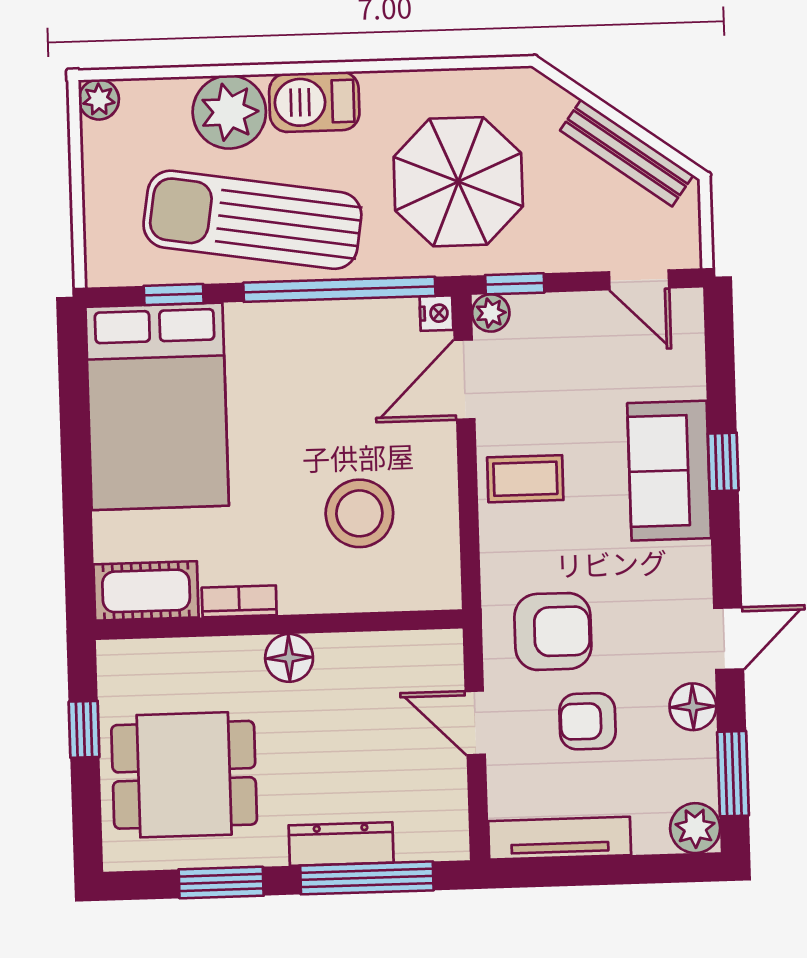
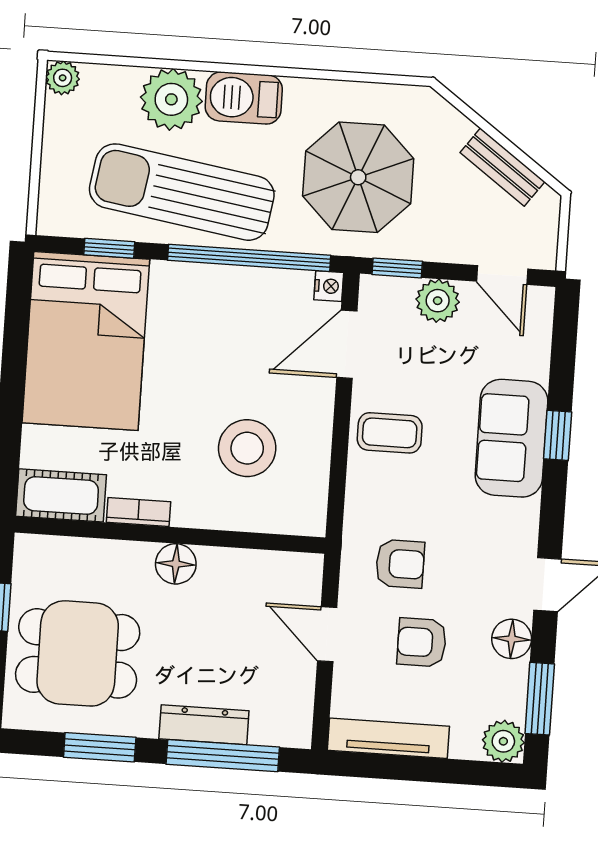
bench: (627, 153) -> (502, 167), width x0.73
plant: (491, 313) -> (438, 301), moved, width x1.38, depth x1.38
armchair: (553, 631) -> (400, 564), width x0.72, depth x0.72

